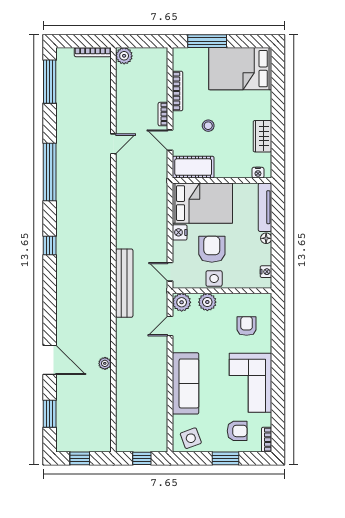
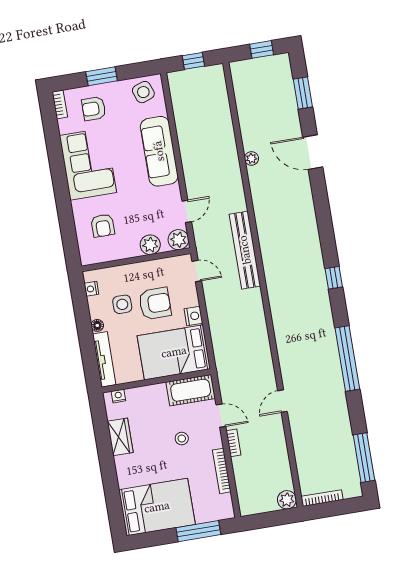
armchair: (212, 249) -> (155, 303), turned -90
side table: (214, 279) -> (122, 304), moved

